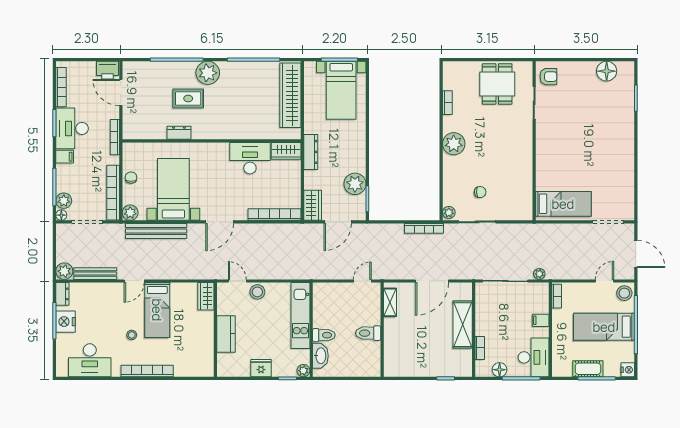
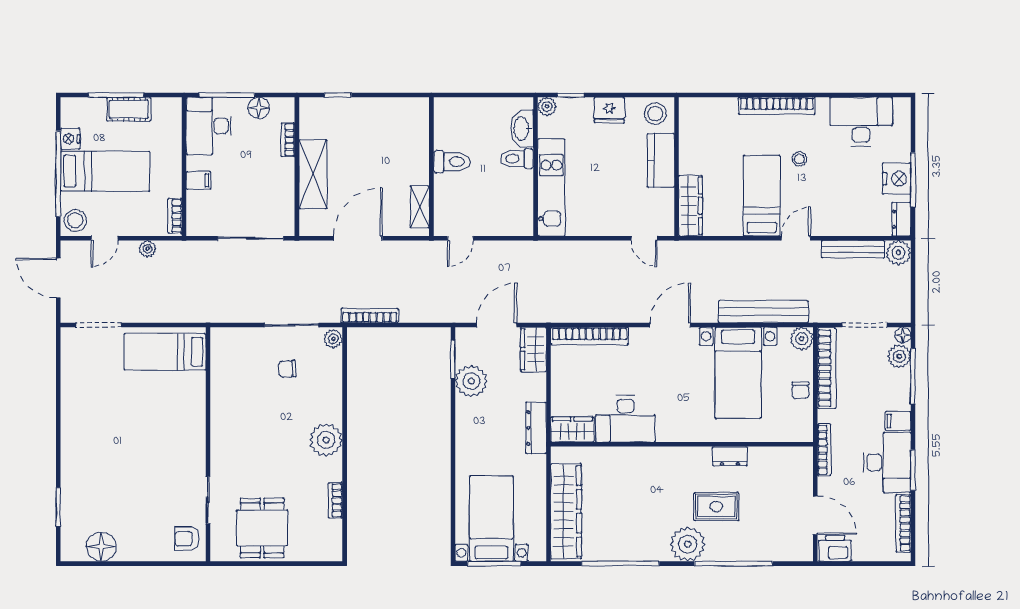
plant: (539, 274) -> (148, 249), moved
stool: (257, 292) -> (655, 114), moved
wardrobe: (206, 296) -> (690, 206), width x1.50
nightstand: (628, 370) -> (70, 139), moved

